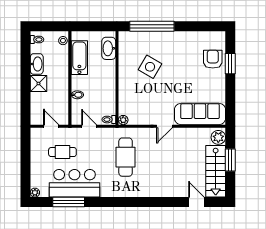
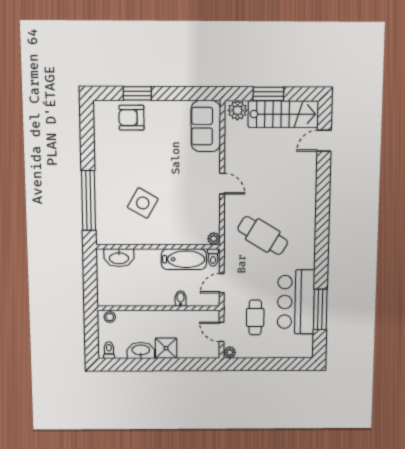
bathtub: (79, 58) -> (184, 259), moved, turned 180
sofa: (200, 114) -> (206, 126), width x0.73
door: (51, 126) -> (222, 332), hinge flipped
cafe table: (126, 157) -> (263, 236), turned 31
plant: (35, 193) -> (230, 352), moved

